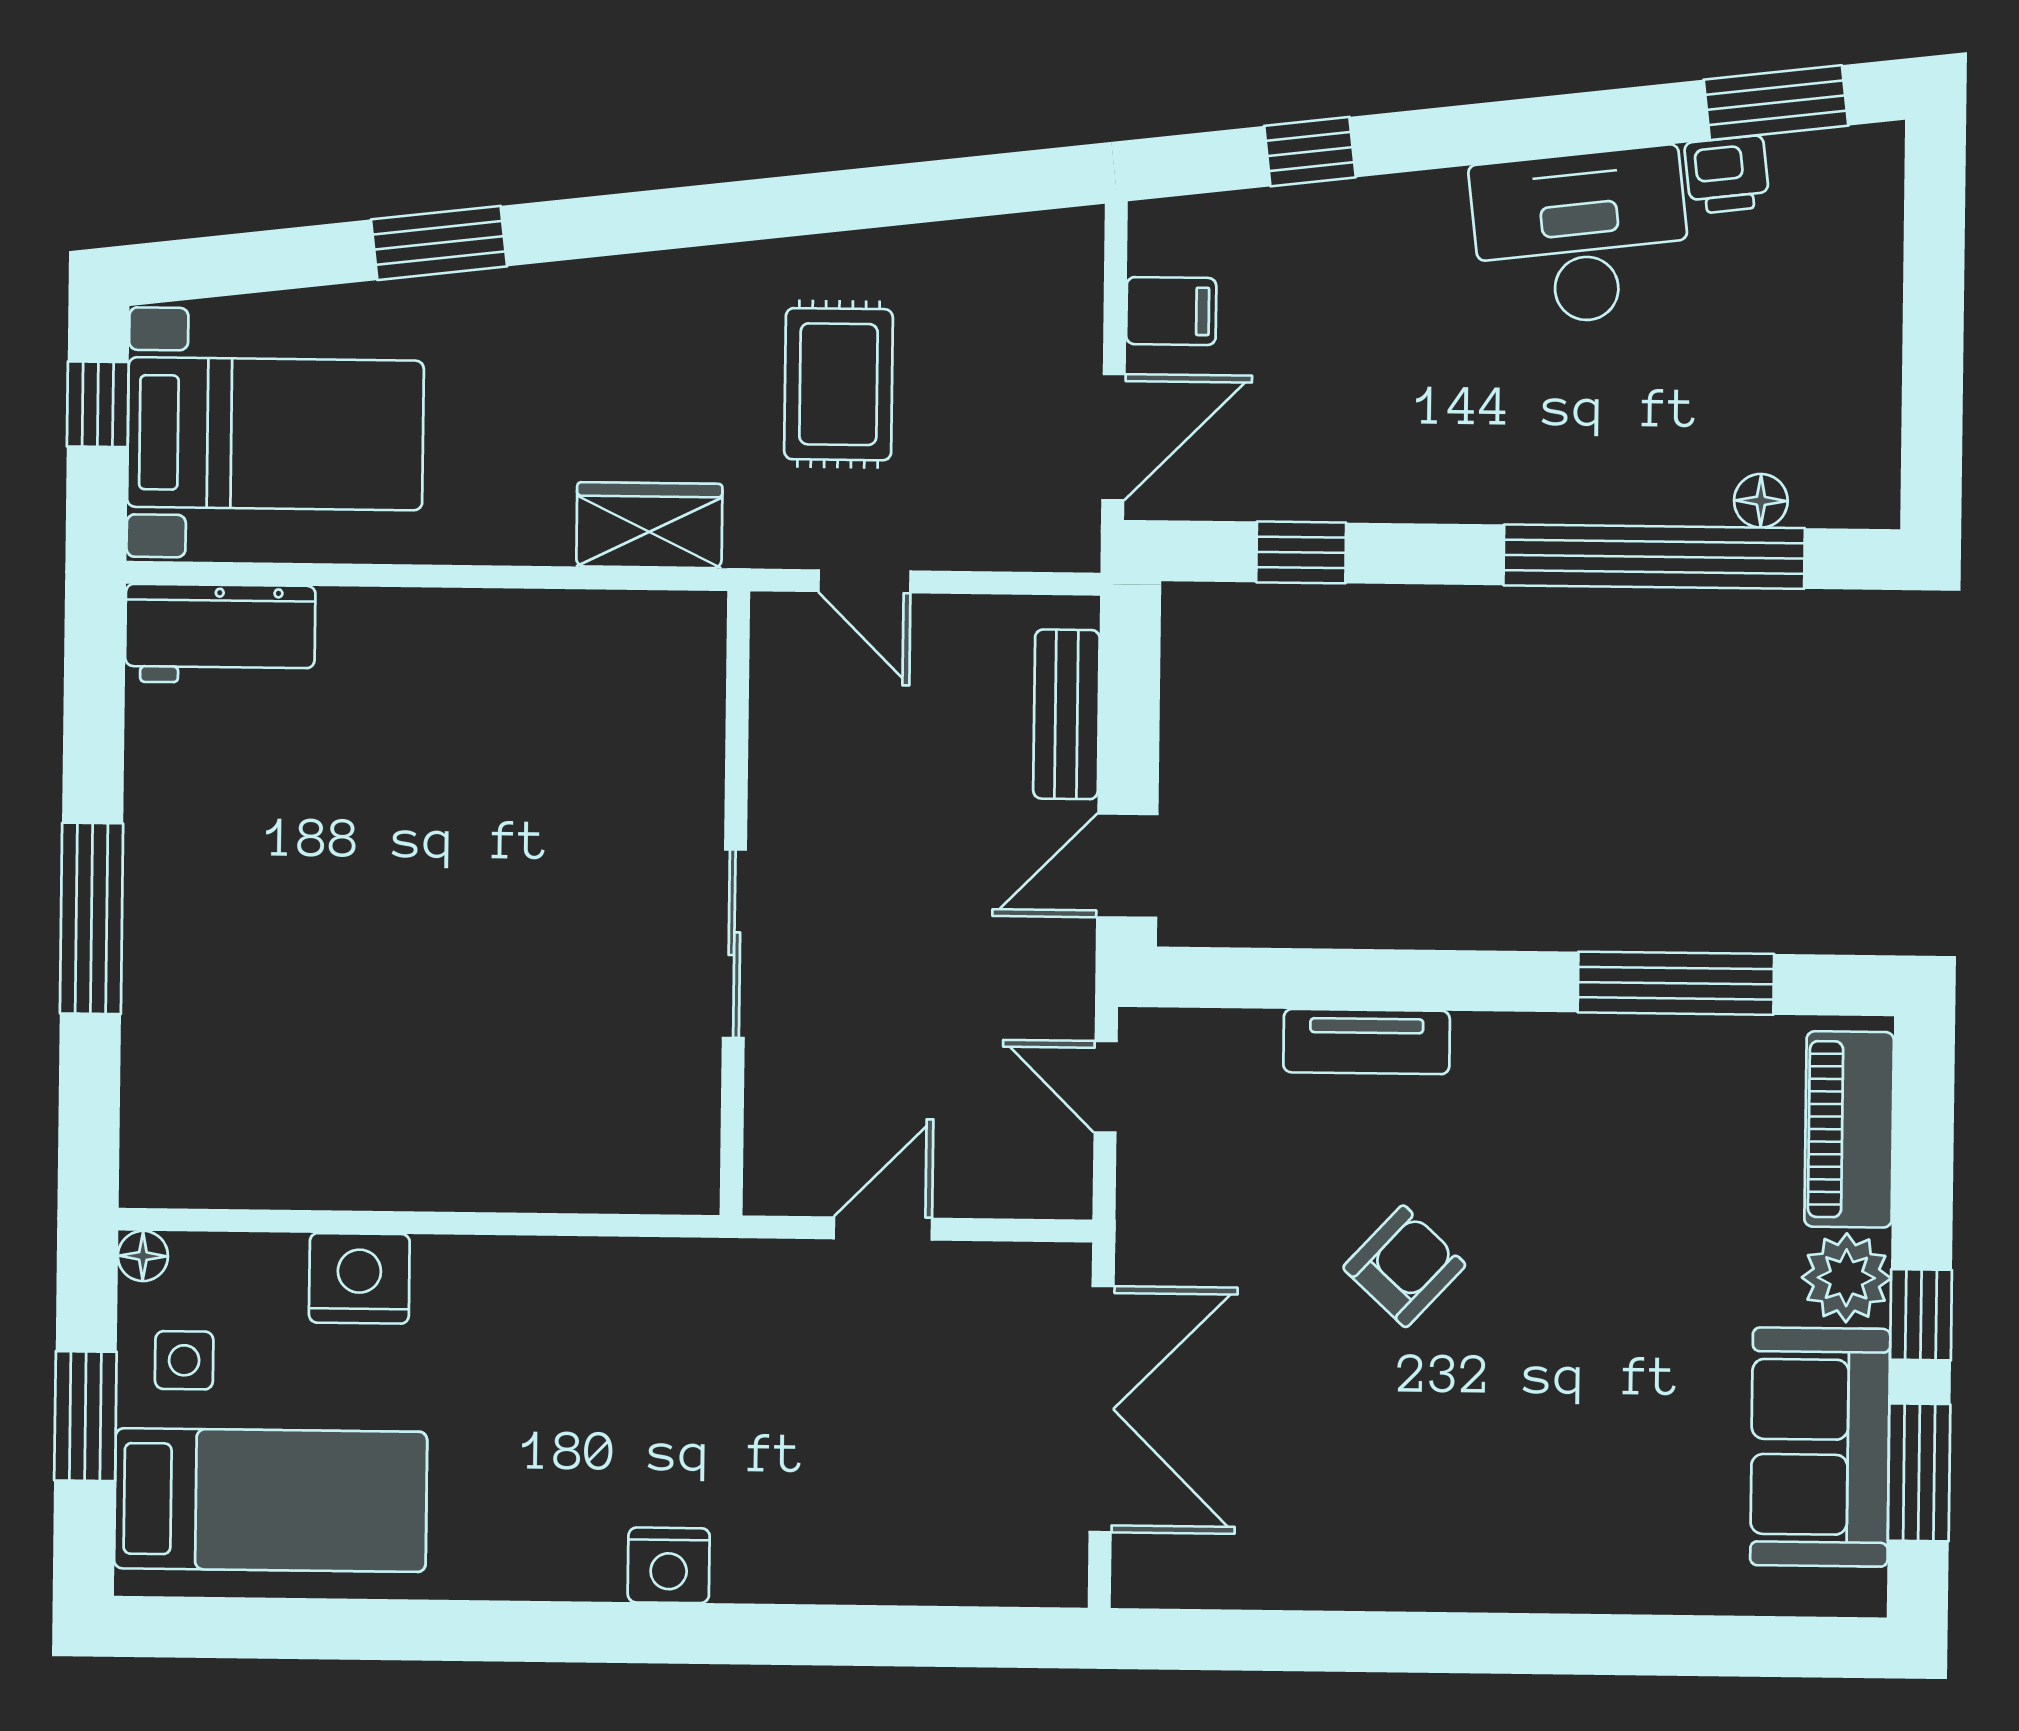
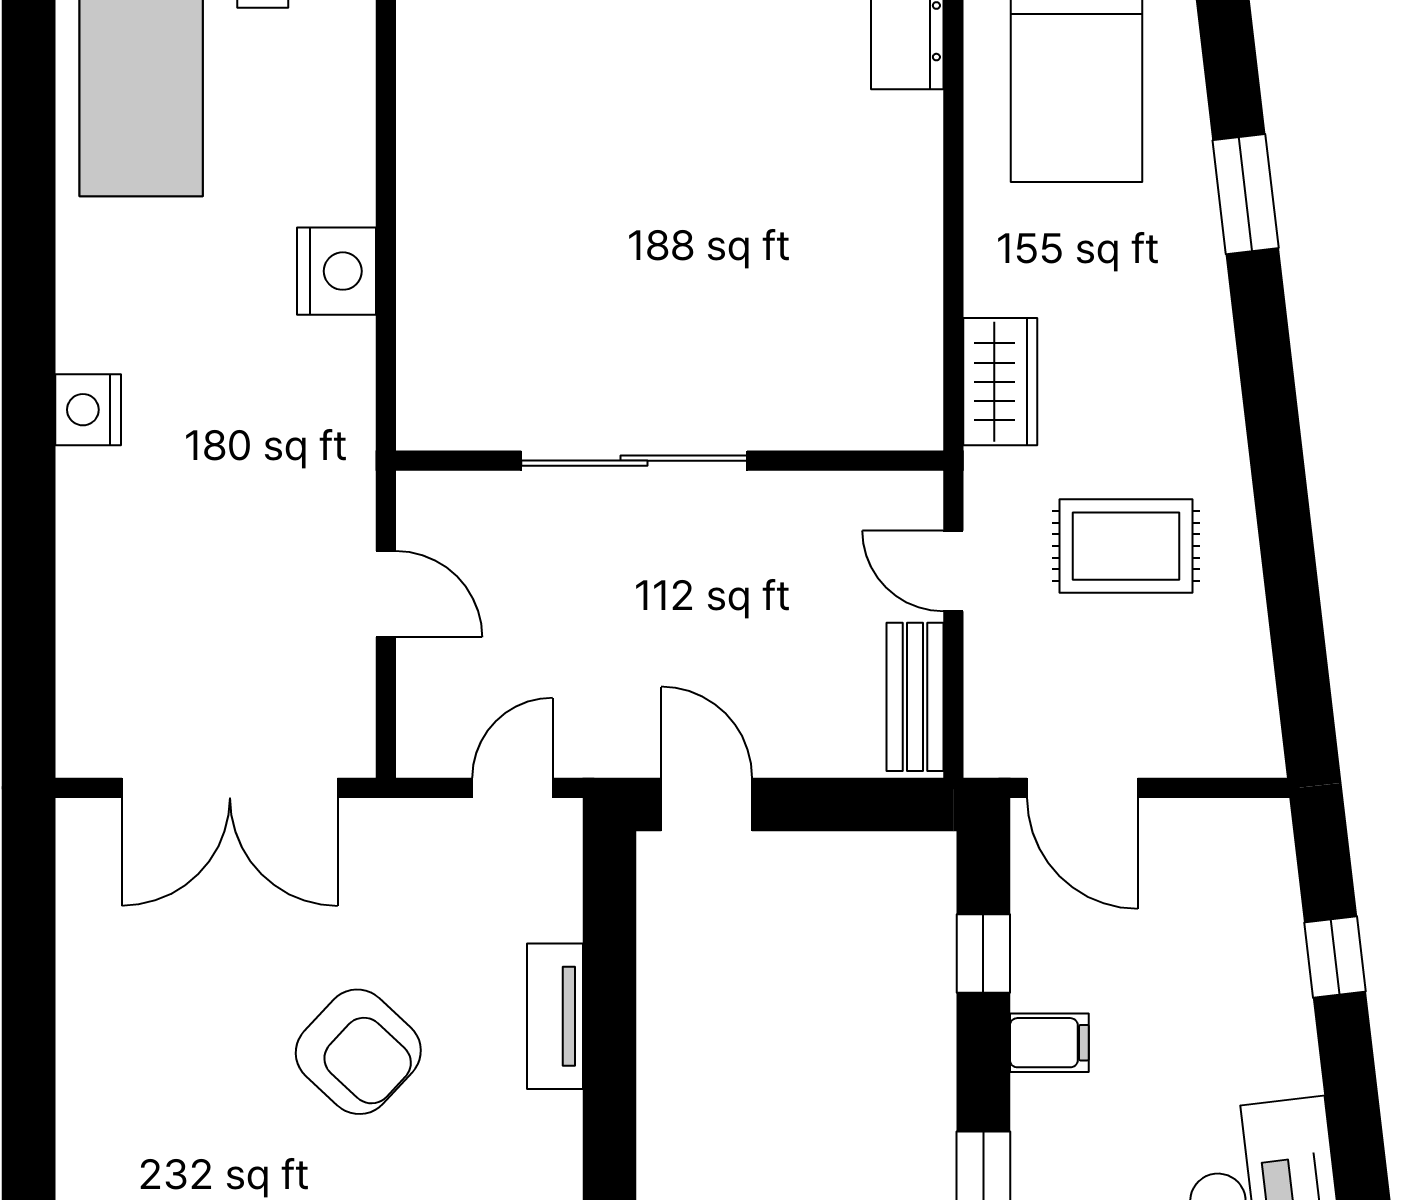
filing cabinet: (1171, 311) -> (1049, 1043), moved, turned -90
door: (865, 581) -> (953, 571), hinge flipped
bench: (1066, 714) -> (915, 697), moved, turned 90
sliding door: (734, 944) -> (634, 461), width x1.37
armchair: (1404, 1266) -> (358, 1052), width x1.38, depth x1.38
nightstand: (359, 1278) -> (336, 271), moved

